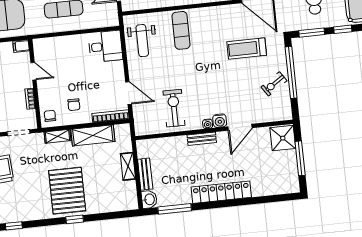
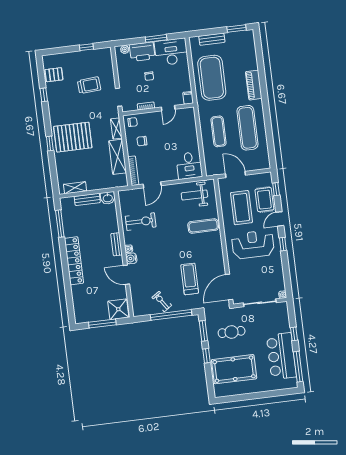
shelving: (128, 166) -> (75, 188), moved
washbasin: (149, 199) -> (108, 198), moved

